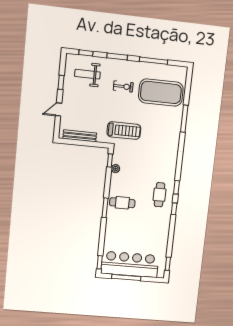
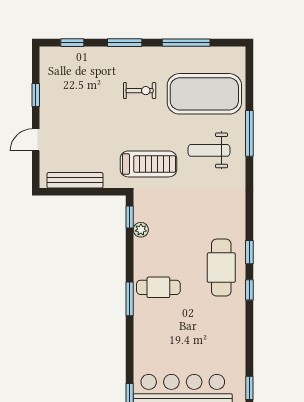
weight bench: (87, 74) -> (209, 150), moved
cafe table: (160, 195) -> (221, 268), width x1.37, depth x1.35

